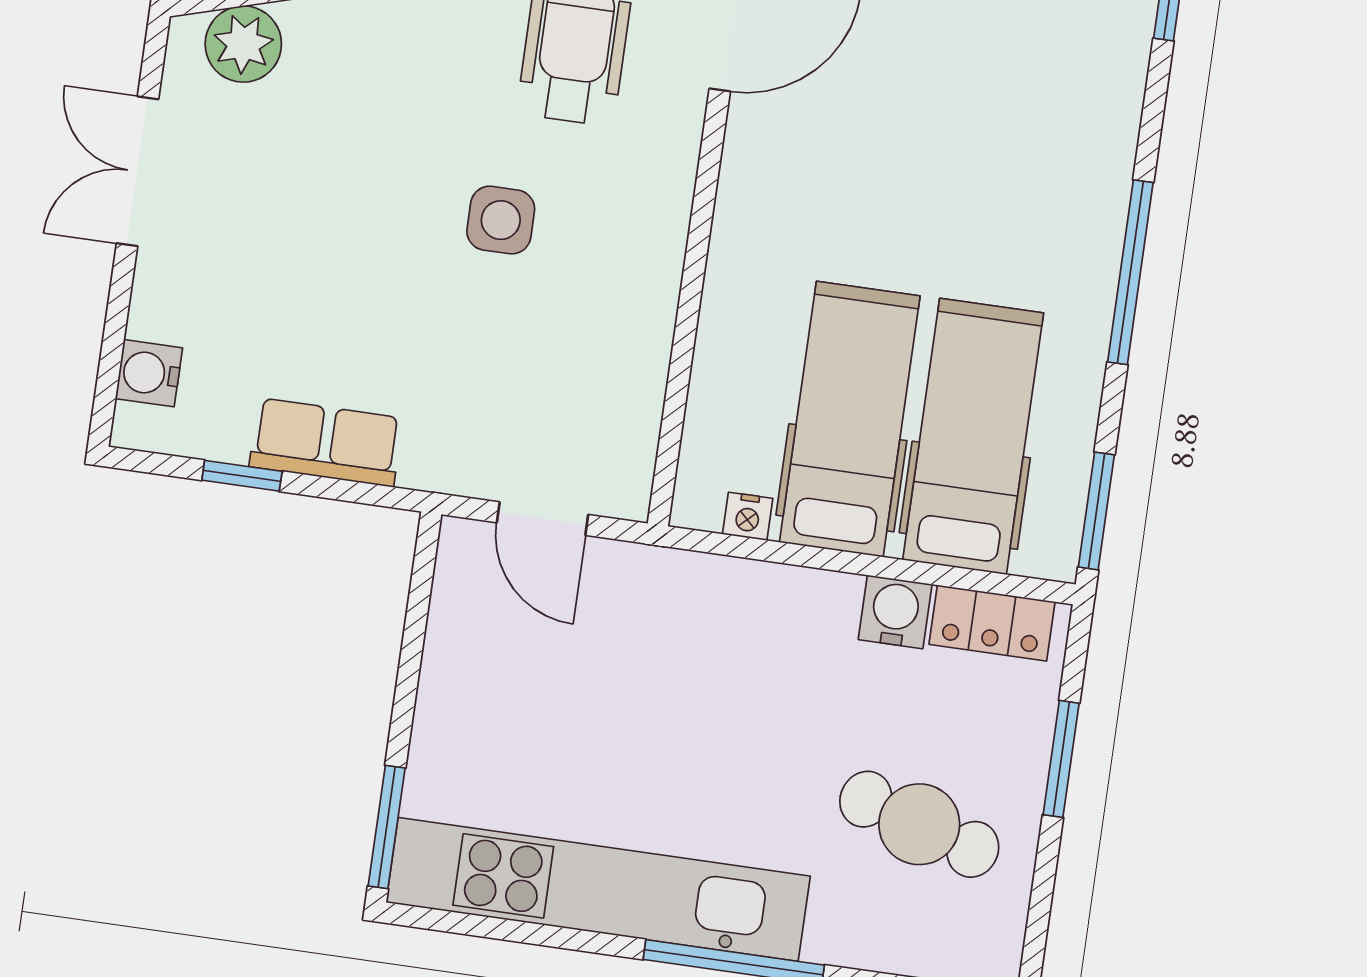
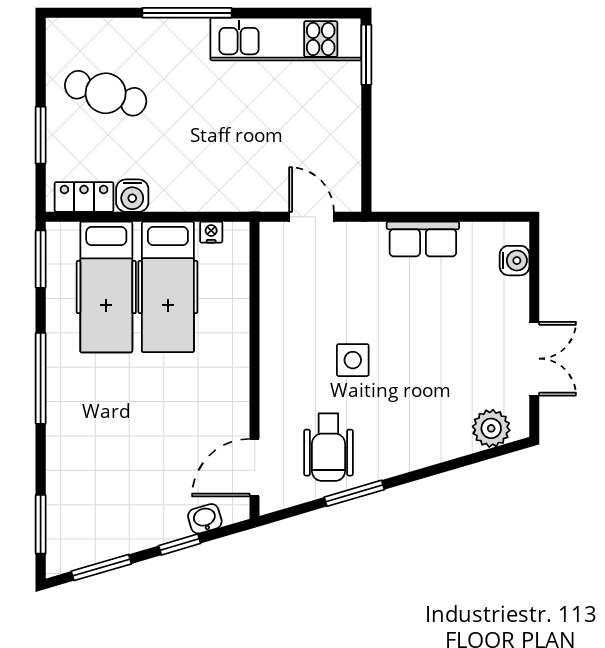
window: (242, 476) -> (462, 217), removed
kitchen unit: (598, 889) -> (286, 39), width x0.73

